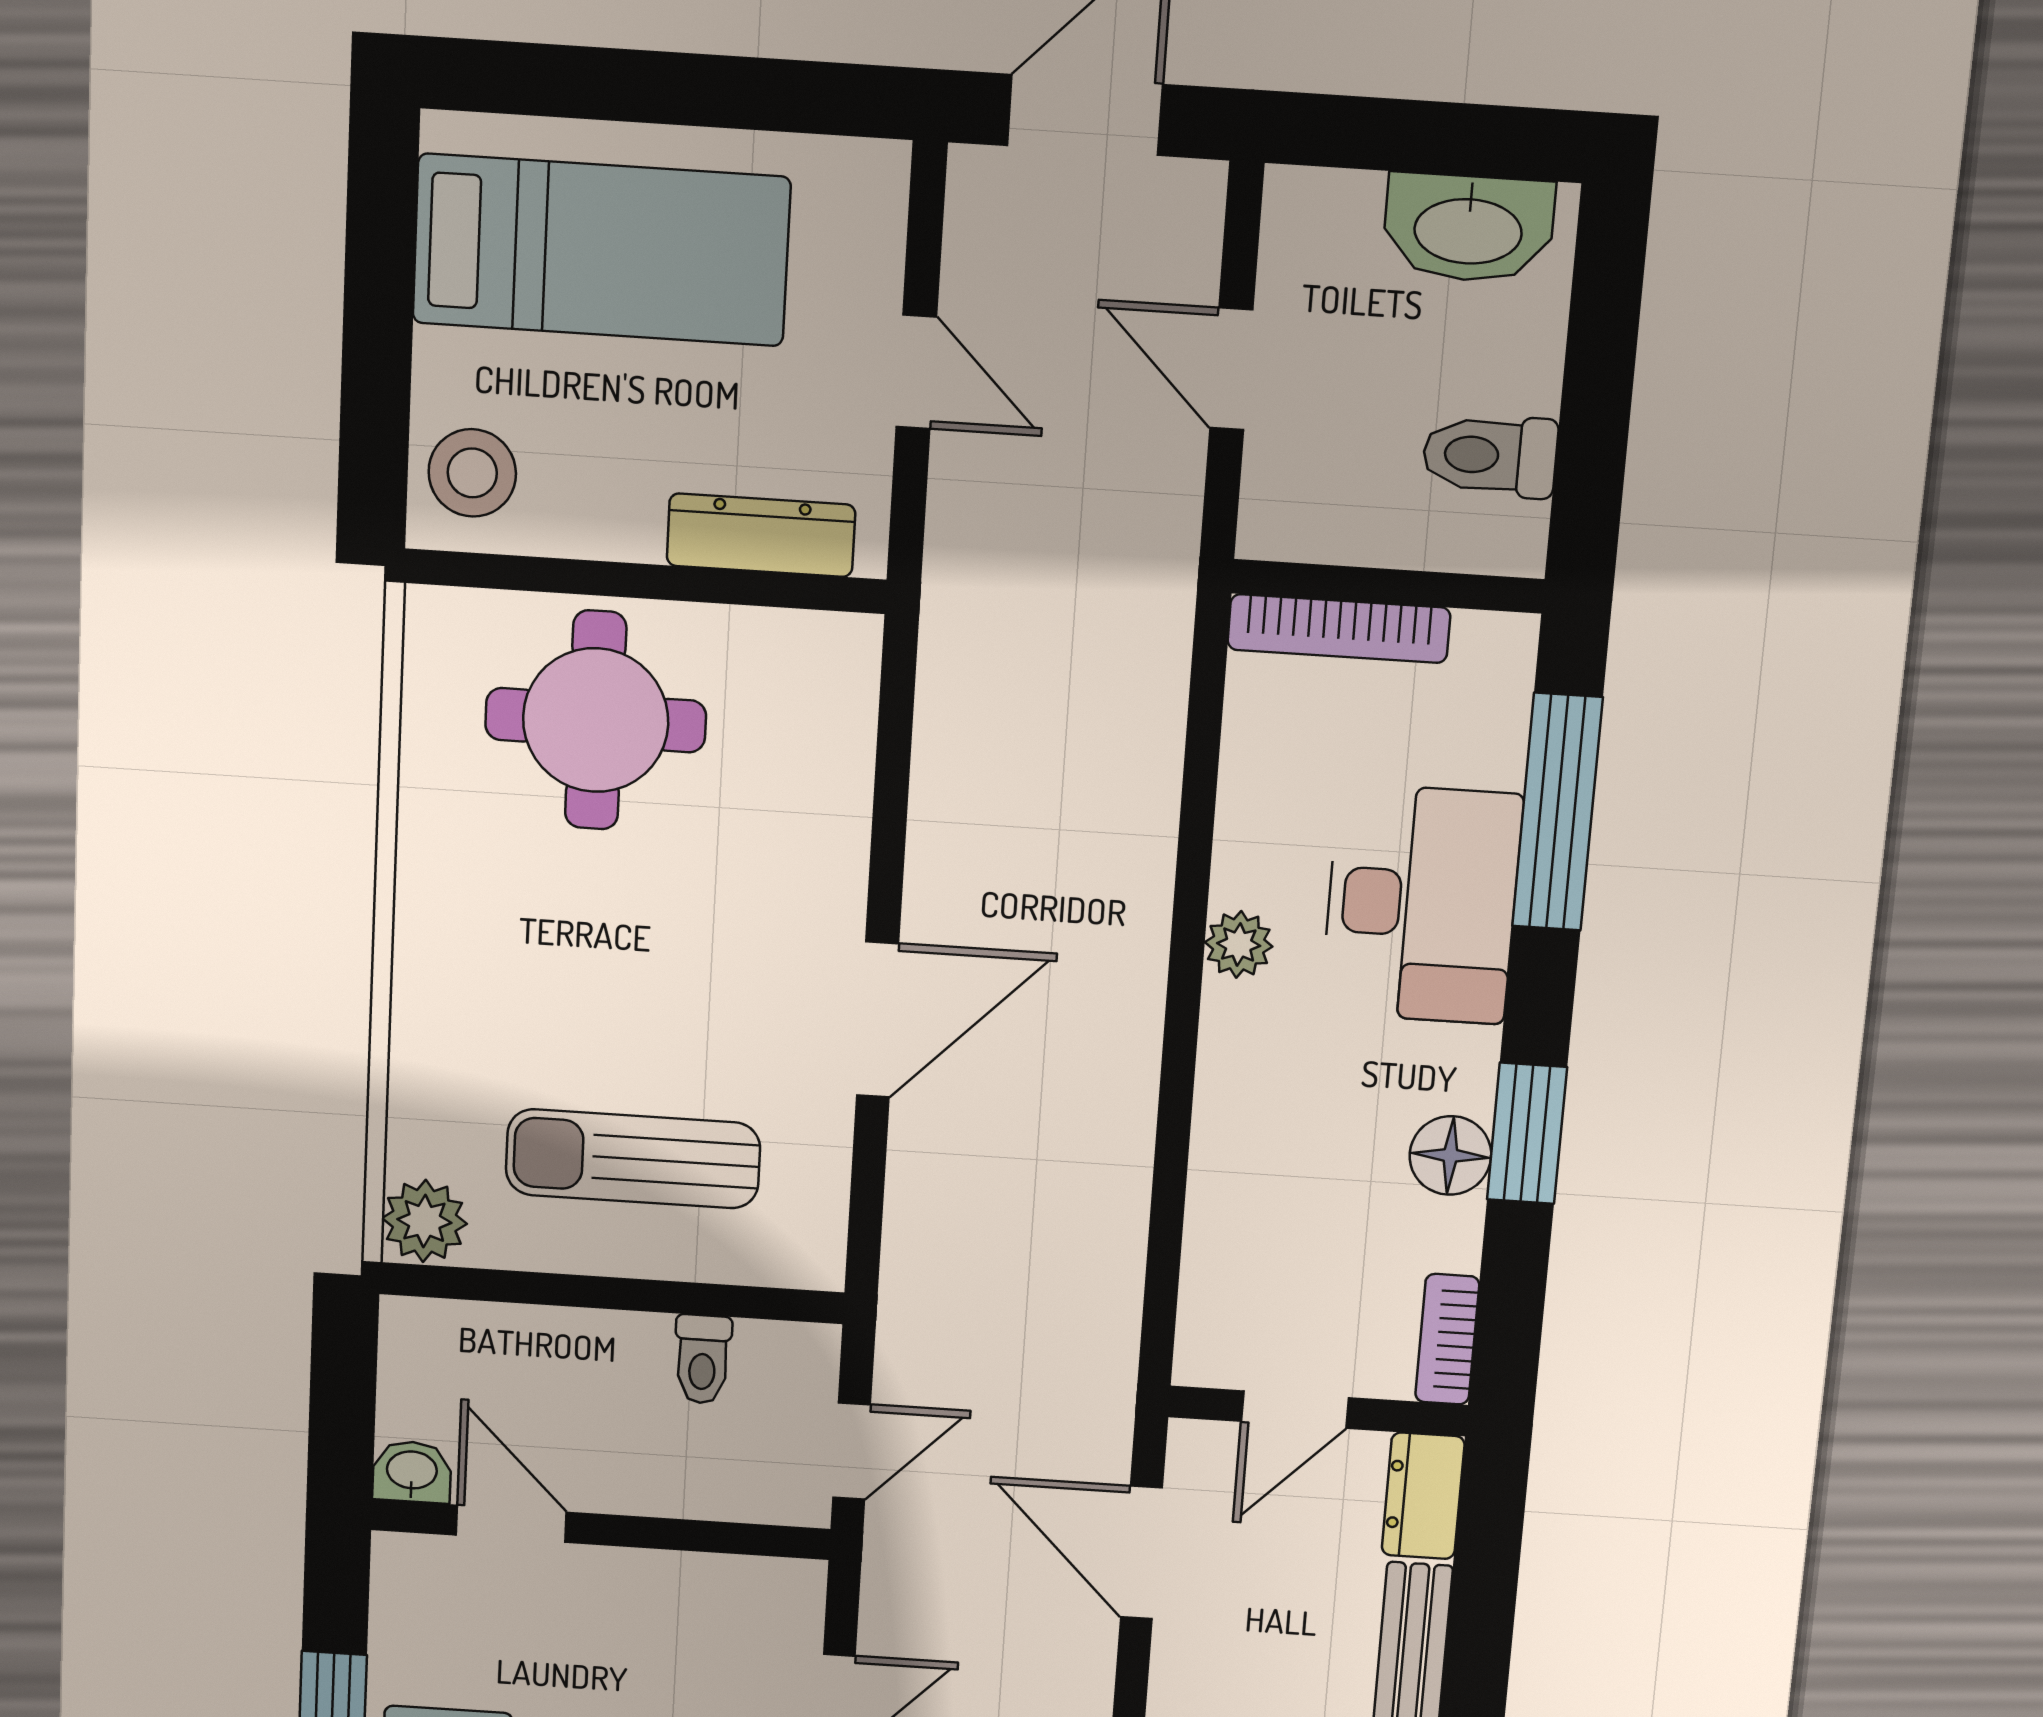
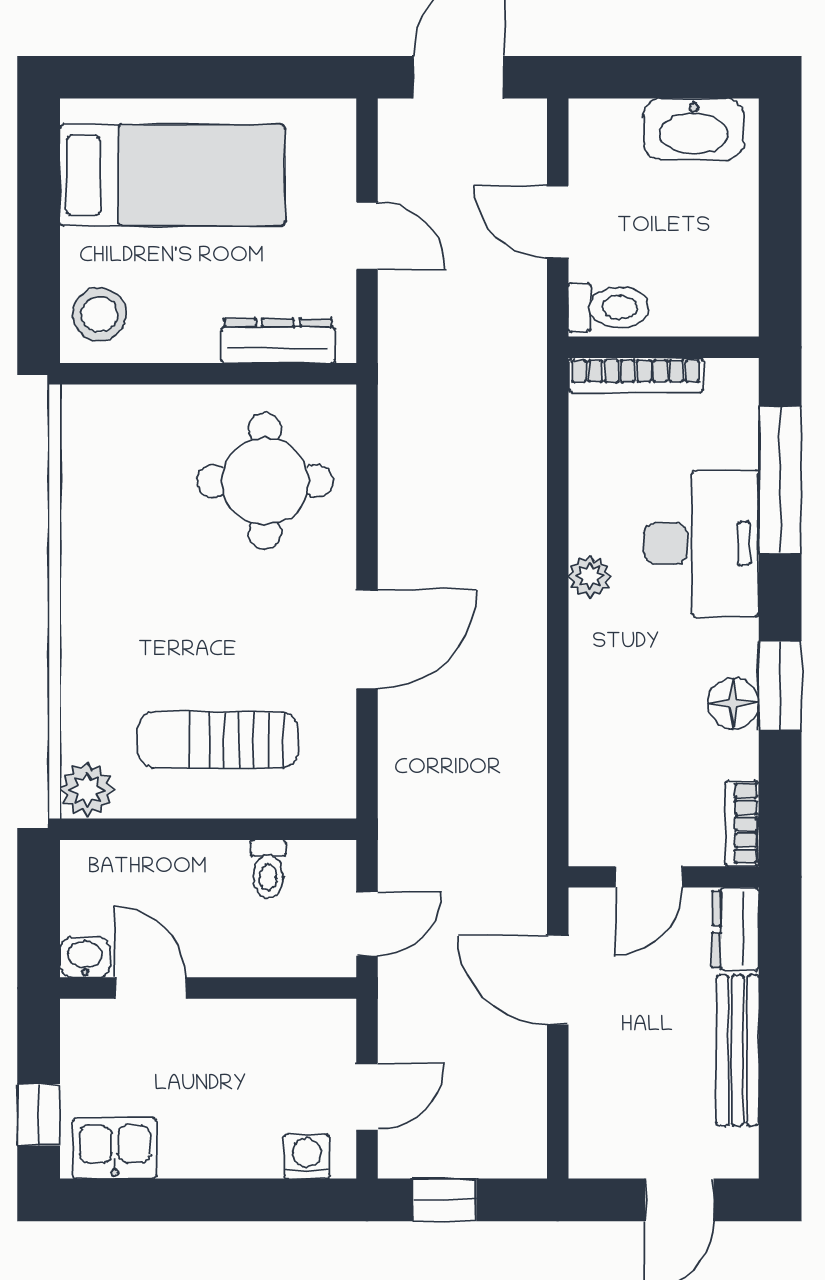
toilet: (1490, 456) -> (608, 307), moved, turned 180
round table: (596, 720) -> (265, 481), moved

